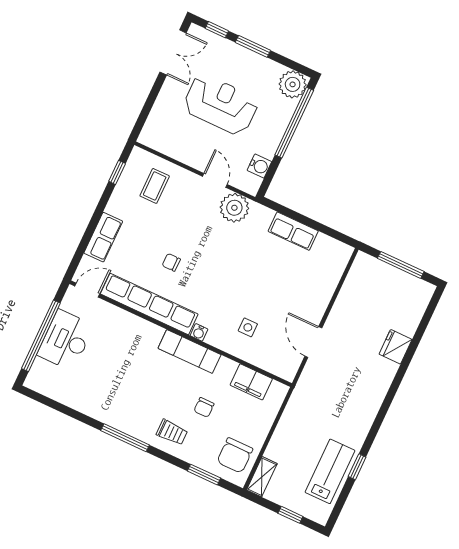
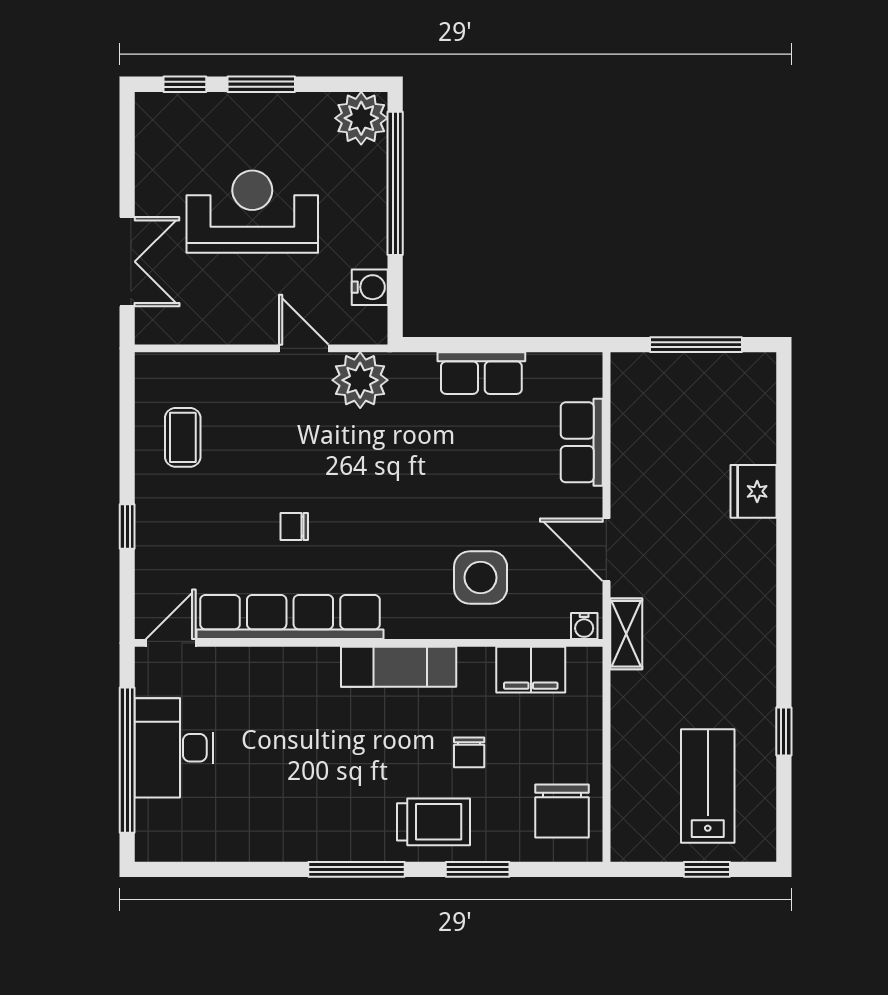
double door: (173, 52) -> (127, 262), moved
window: (117, 172) -> (127, 526), moved
coffee table: (155, 186) -> (183, 437), moved
row of seats: (103, 237) -> (582, 442), moved, turned 180
side table: (248, 327) -> (481, 578), width x1.87, depth x1.87
water cooler: (199, 332) -> (584, 626), moved
trolley: (172, 432) -> (434, 822), width x1.36, depth x1.39
lab bench: (330, 471) -> (708, 786), moved
window: (204, 475) -> (478, 869), moved
shelving: (262, 477) -> (626, 634), moved

